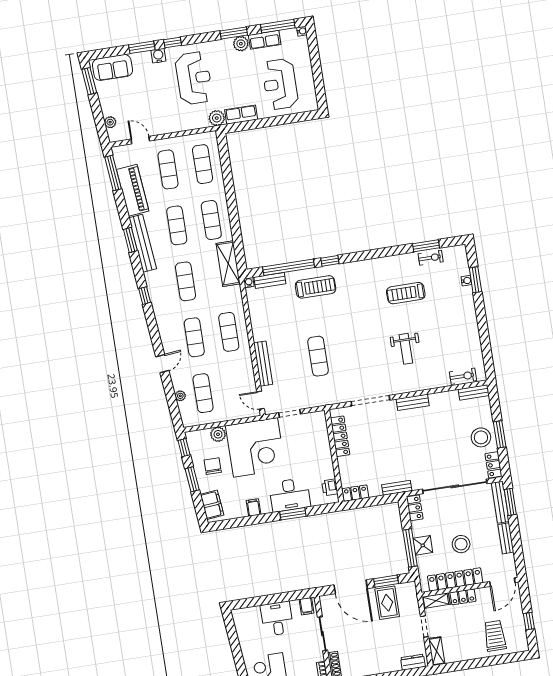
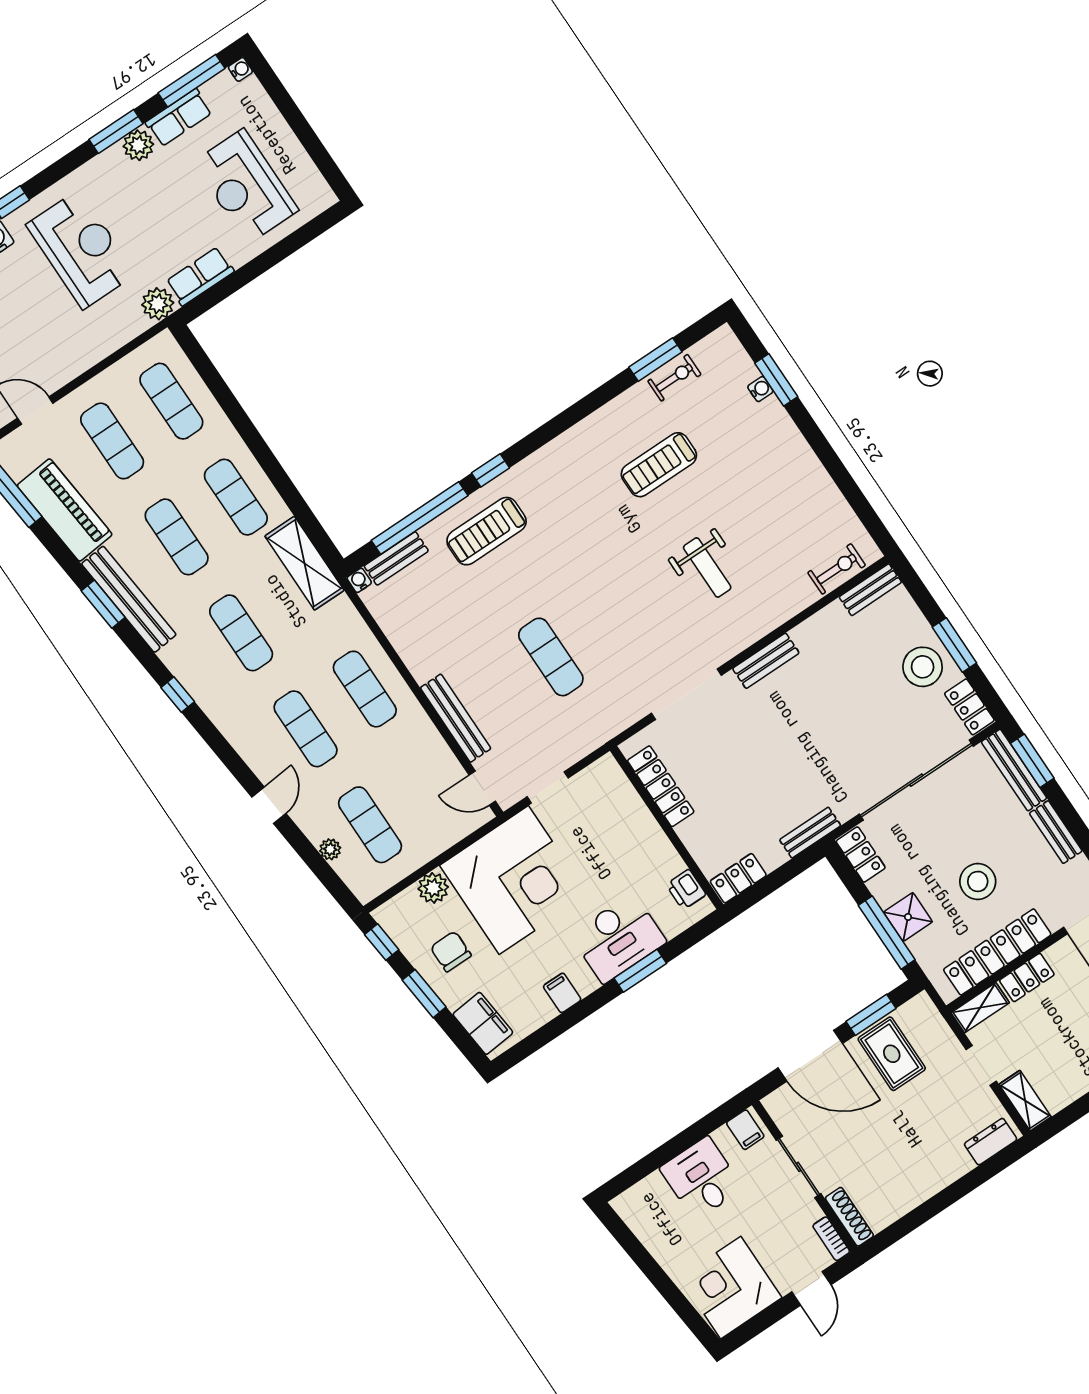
treadmill: (316, 287) -> (487, 531), turned 180

